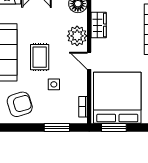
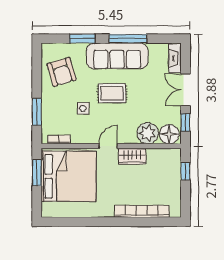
wardrobe: (99, 25) -> (132, 156), moved
plant: (77, 36) -> (148, 133), moved

